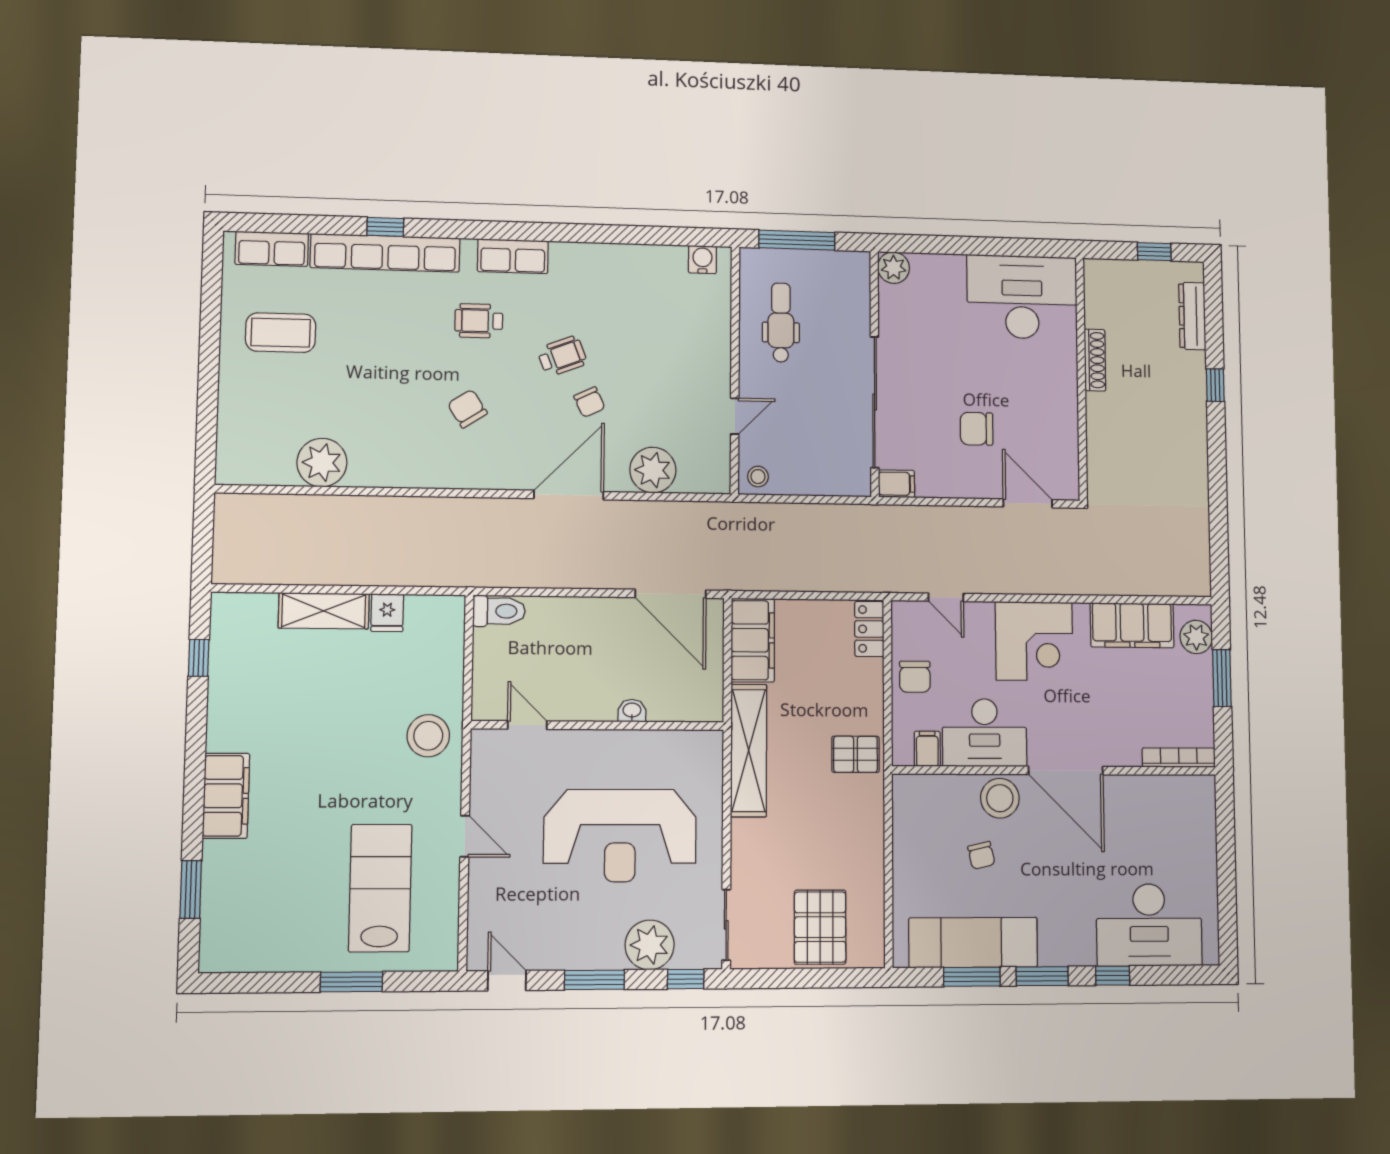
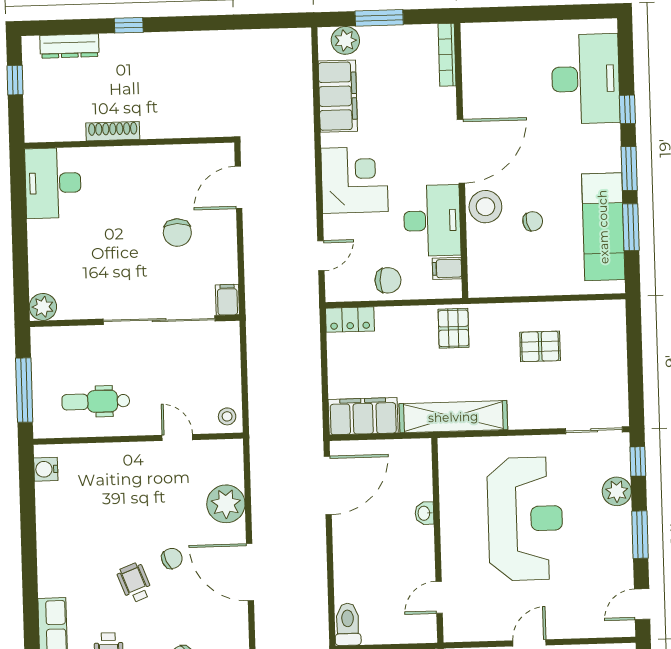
desk: (1022, 297) -> (53, 183), width x0.73, depth x0.77
pallet: (820, 927) -> (540, 346), moved, width x0.67, depth x0.71
plant: (650, 945) -> (617, 491), width x0.73, depth x0.73

